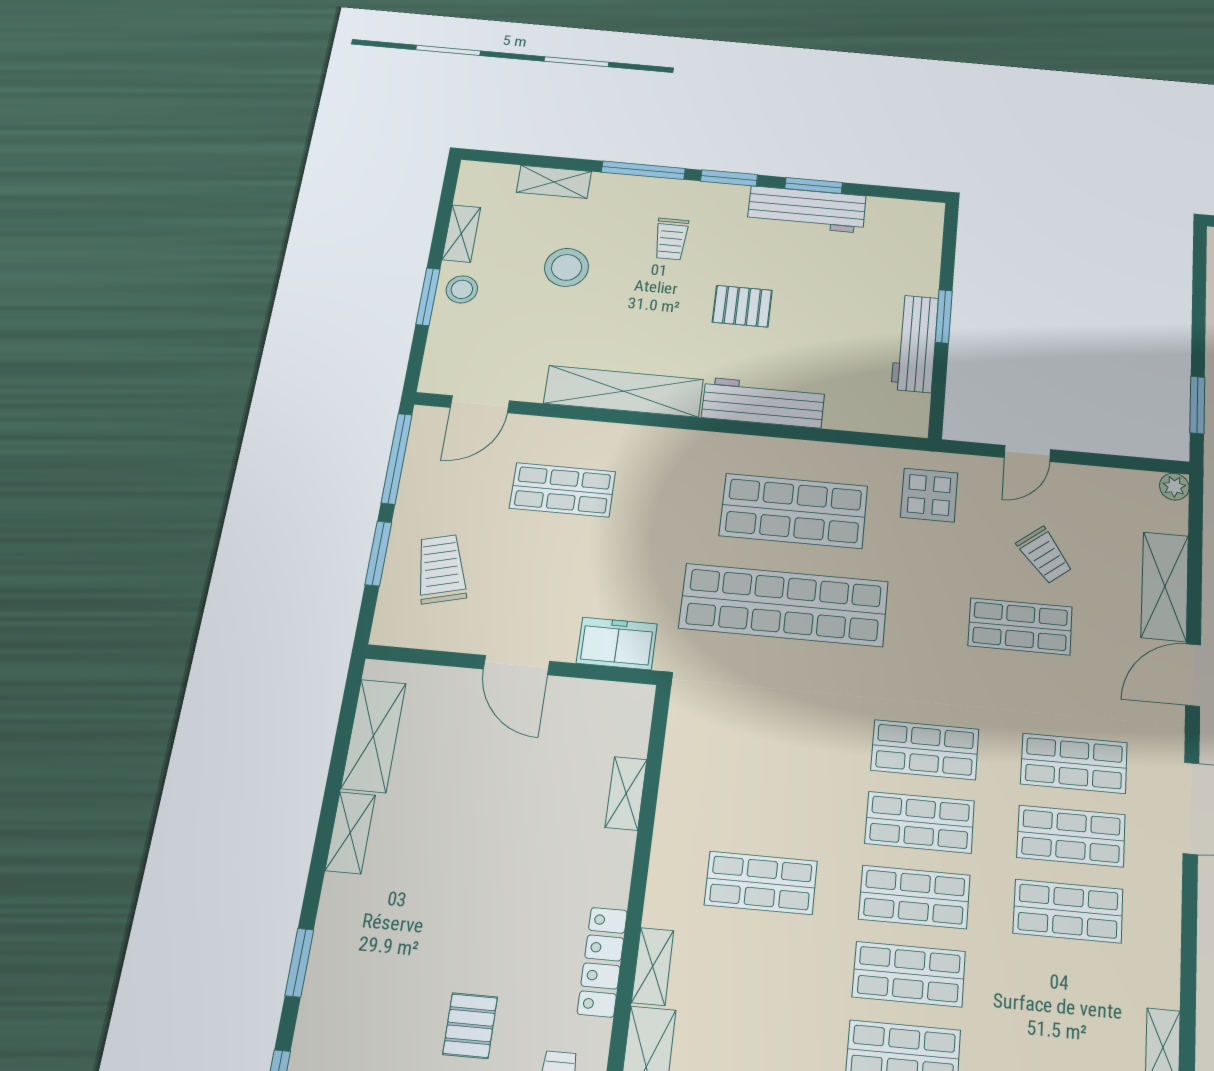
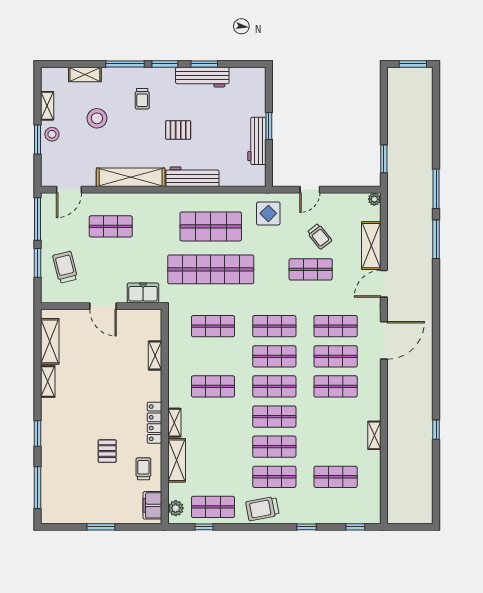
shop shelf: (776, 736) -> (213, 326), added

